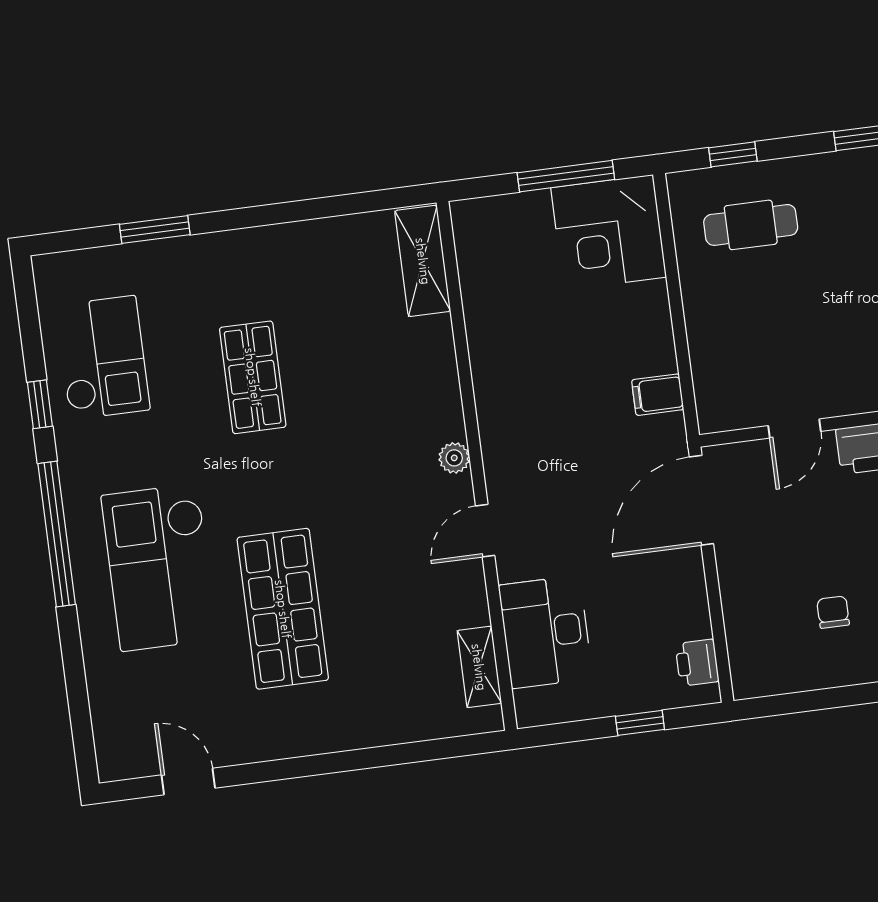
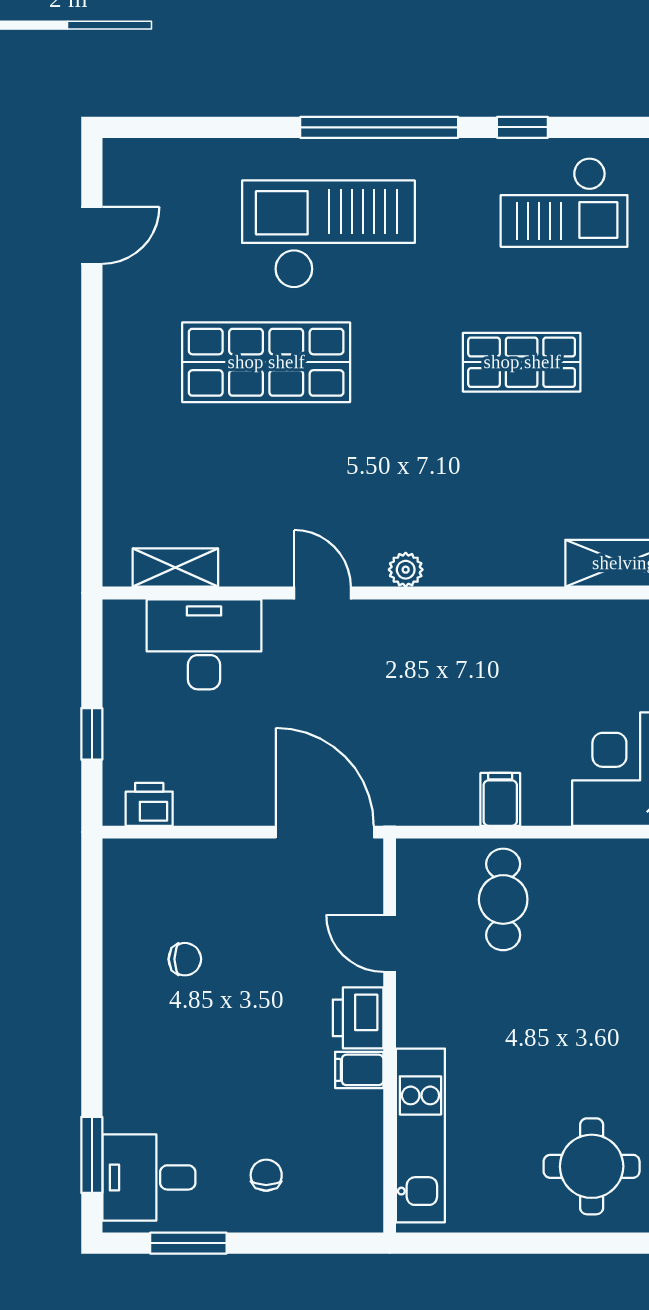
cafe table: (751, 225) -> (503, 899), moved
filing cabinet: (658, 395) -> (500, 799), moved

